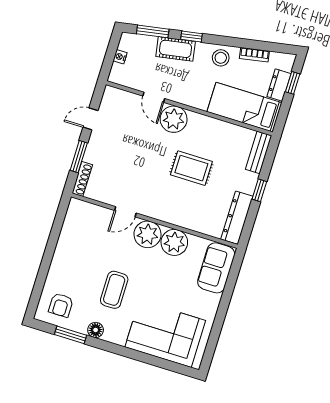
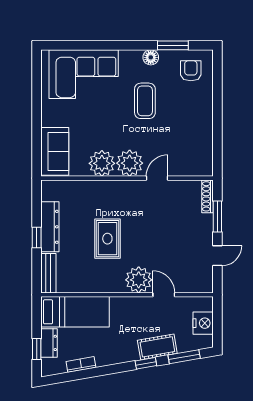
nightstand: (120, 57) -> (203, 323), width x1.89, depth x1.79
stool: (221, 58) -> (112, 352), removed
rug: (191, 168) -> (107, 239), turned 90
dresser: (237, 218) -> (50, 227), moved

